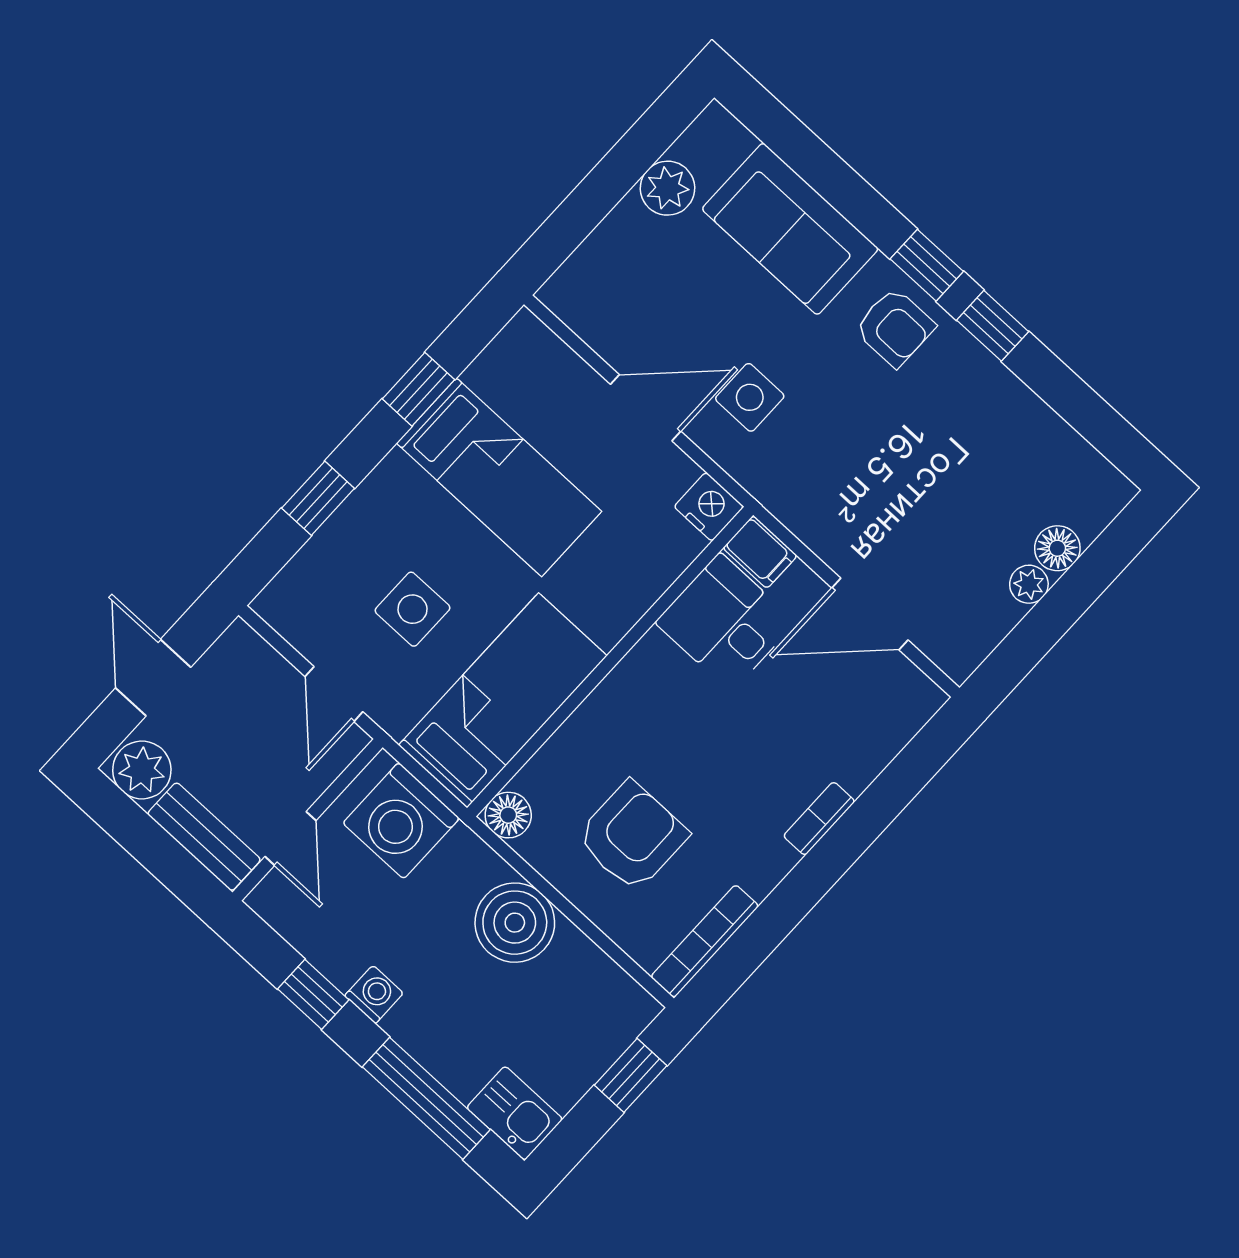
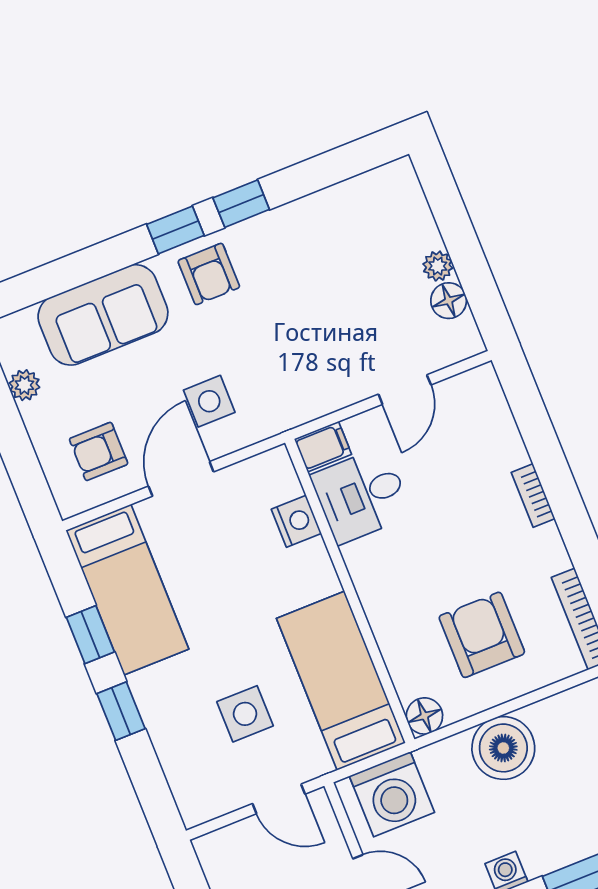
plant: (667, 188) -> (24, 385), width x0.73, depth x0.73
armchair: (632, 299) -> (99, 451), added
armchair: (895, 327) -> (209, 274), turned 90
bed: (499, 477) -> (127, 590), moved, turned 90
window: (318, 498) -> (121, 711), moved
nightstand: (709, 507) -> (296, 521), moved, turned 90
floor lamp: (1057, 548) -> (449, 301), moved
door: (870, 614) -> (405, 390), width x0.73

